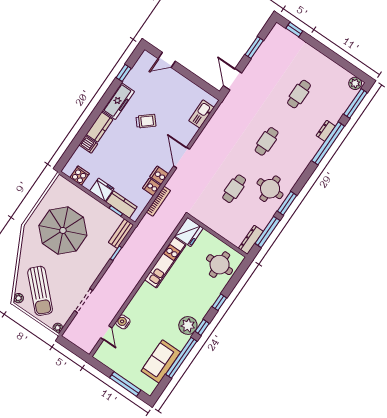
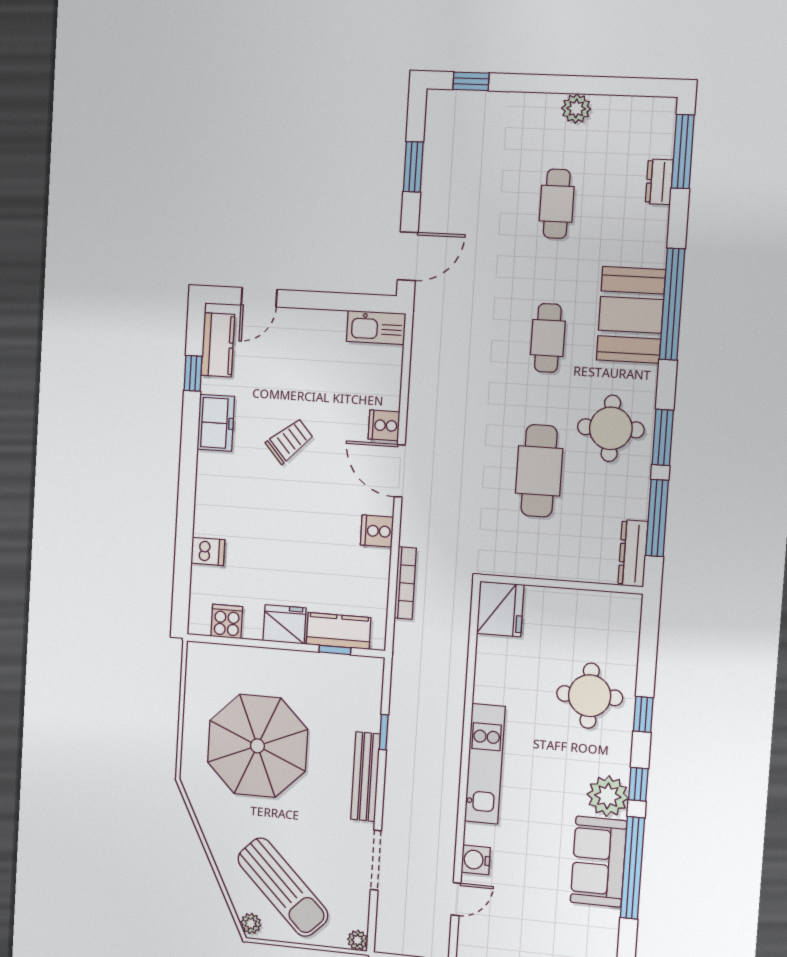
door: (232, 79) -> (408, 256), swing flipped
plant: (355, 83) -> (576, 109), moved
freezer: (118, 101) -> (216, 423), width x0.71
kitchen sink: (201, 114) -> (376, 328), moved, turned -90
kitchen counter: (99, 127) -> (218, 345), moved
dresser: (326, 131) -> (659, 182), moved
window: (328, 143) -> (672, 304), moved
booth: (302, 151) -> (631, 315), added
cooker: (152, 187) -> (384, 425), moved
cafe table: (234, 189) -> (539, 471), width x1.37, depth x1.35
bench: (121, 234) -> (365, 777), moved, width x1.36
kitchen unit: (165, 262) -> (485, 764), moved
round table: (220, 265) -> (590, 696), moved
door: (106, 333) -> (456, 899), hinge flipped
sofa: (161, 362) -> (599, 862), moved

